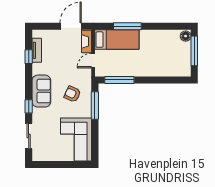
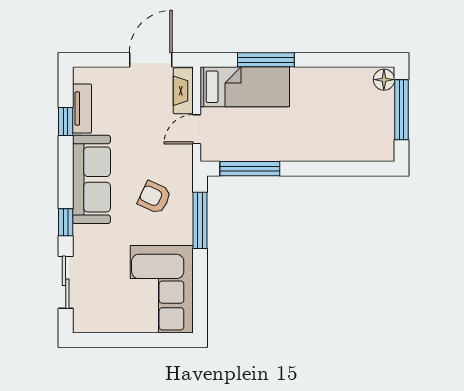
sofa: (41, 91) -> (91, 179), width x1.36

